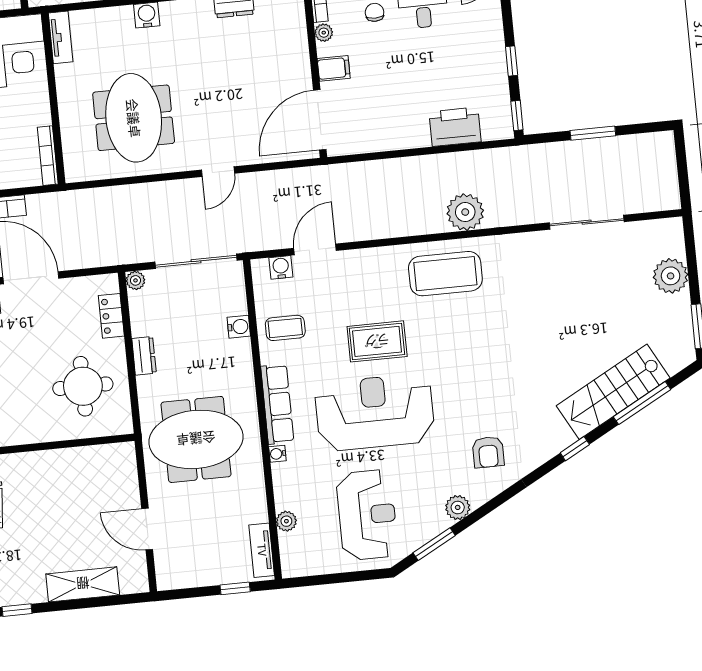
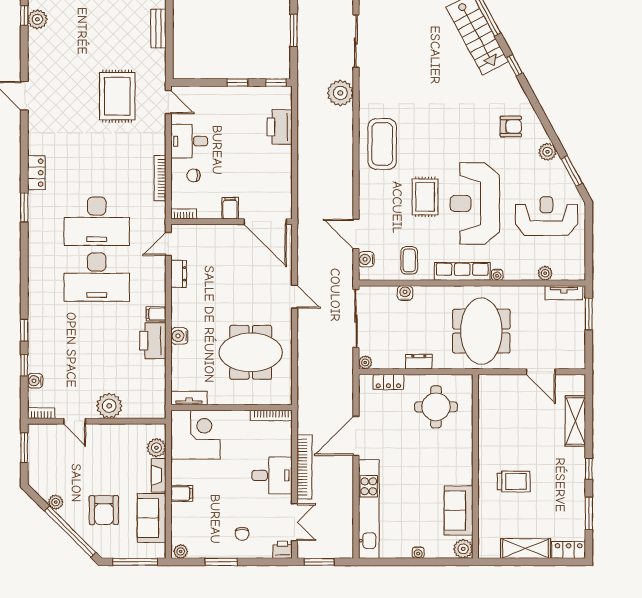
plant: (324, 33) -> (204, 213), removed
plant: (465, 212) -> (340, 93), moved
door: (147, 529) -> (541, 372), hinge flipped
window: (235, 588) -> (589, 314), width x1.50

